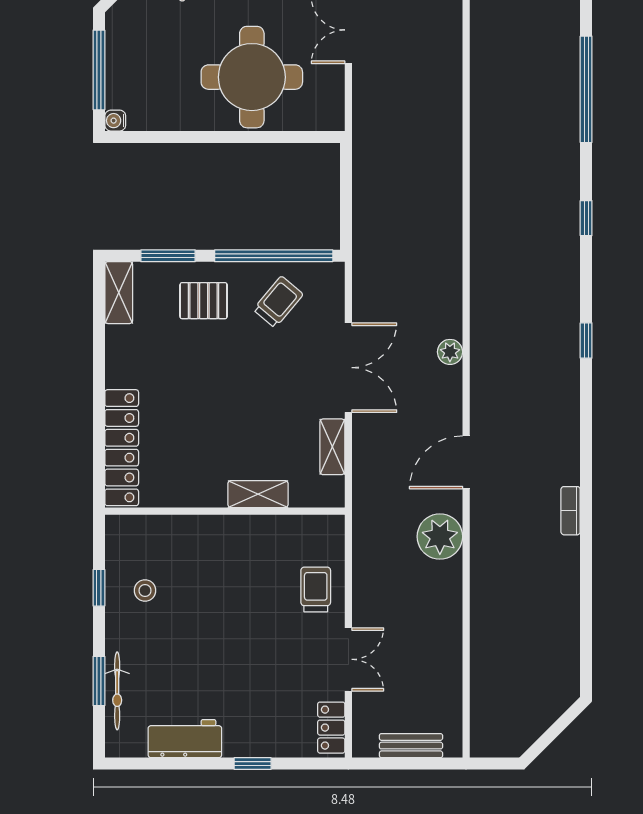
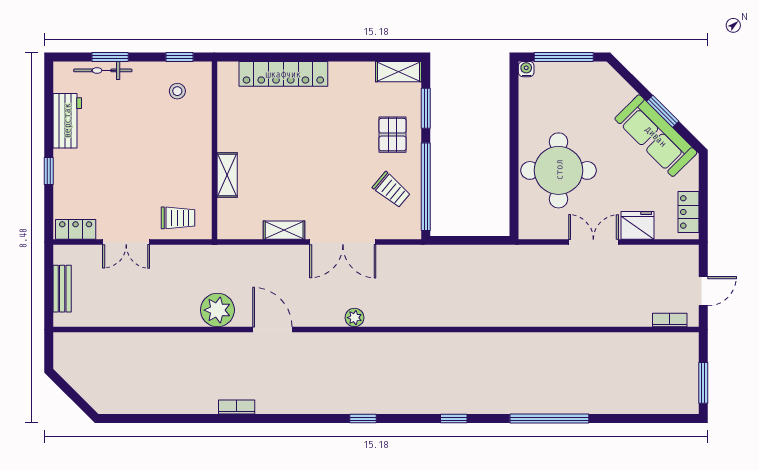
shelving: (258, 494) -> (227, 175), moved
wall: (225, 511) -> (214, 150), moved

